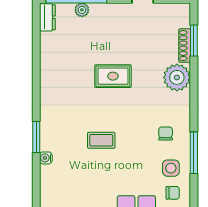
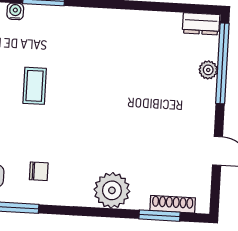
shoe rack: (185, 46) -> (173, 204), moved
rug: (113, 76) -> (118, 106), removed

